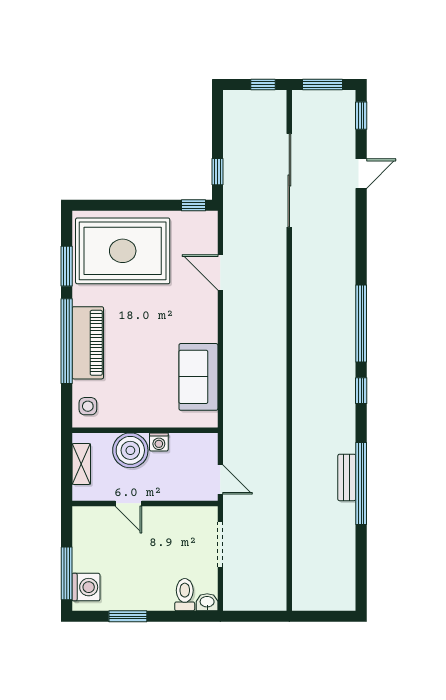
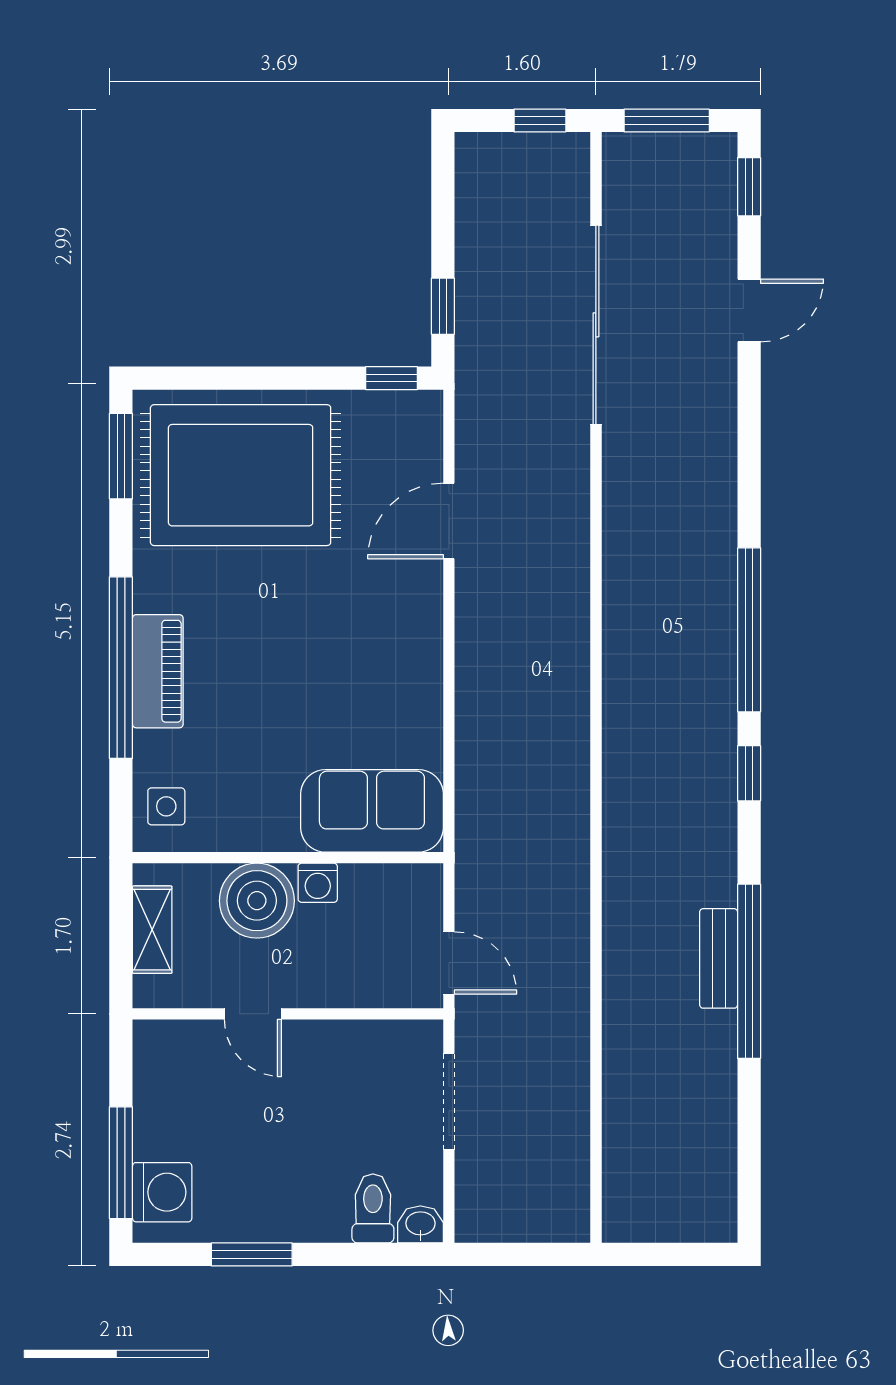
window: (67, 266) -> (121, 456), moved
door: (220, 272) -> (449, 521), hinge flipped
piano: (88, 343) -> (158, 671), width x0.73, depth x0.75
sofa: (198, 377) -> (372, 811), moved, turned 90

